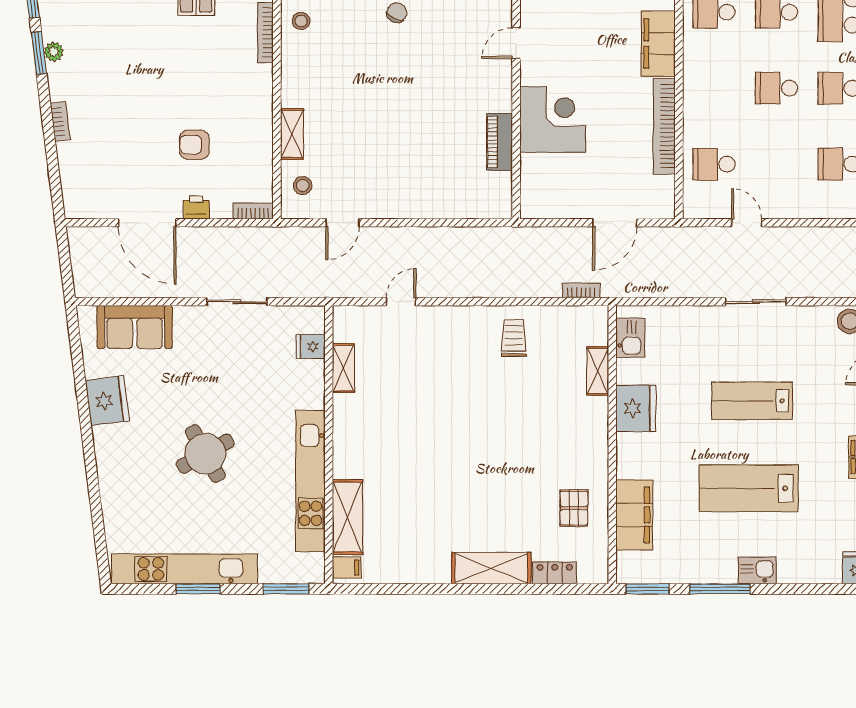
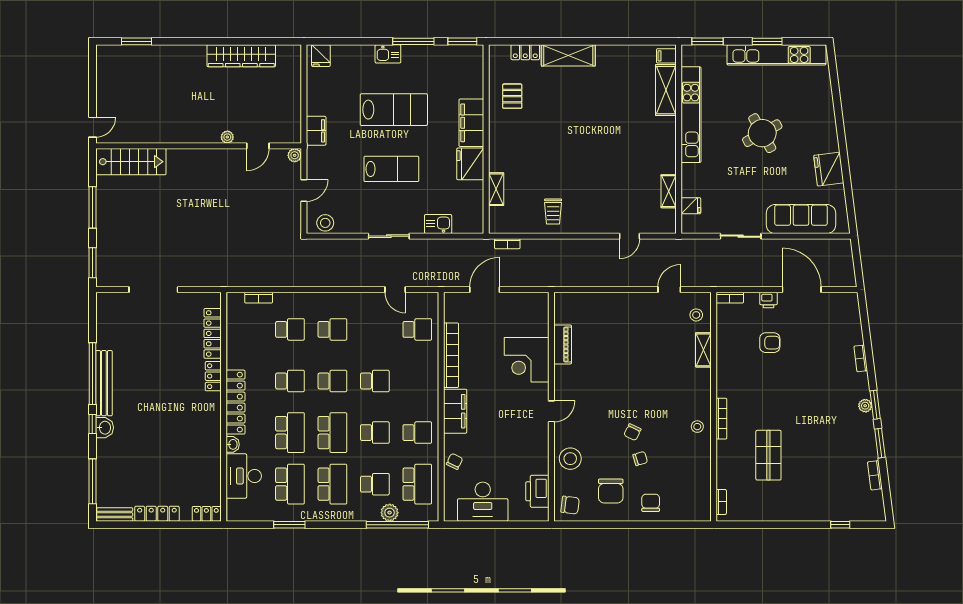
sofa: (135, 327) -> (801, 219), width x1.36
kitchen sink: (630, 338) -> (438, 224), moved, turned 90
filing cabinet: (634, 515) -> (471, 123), moved

